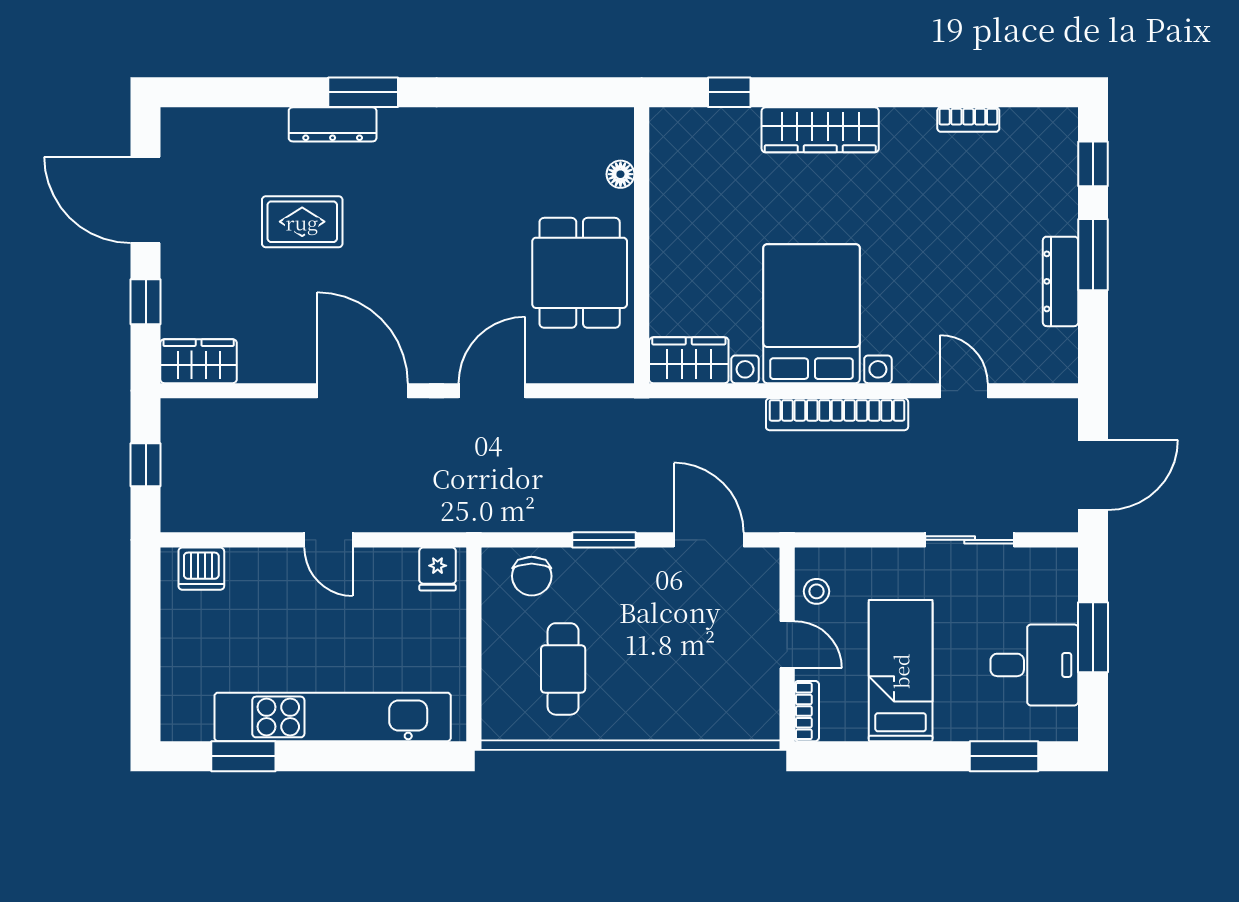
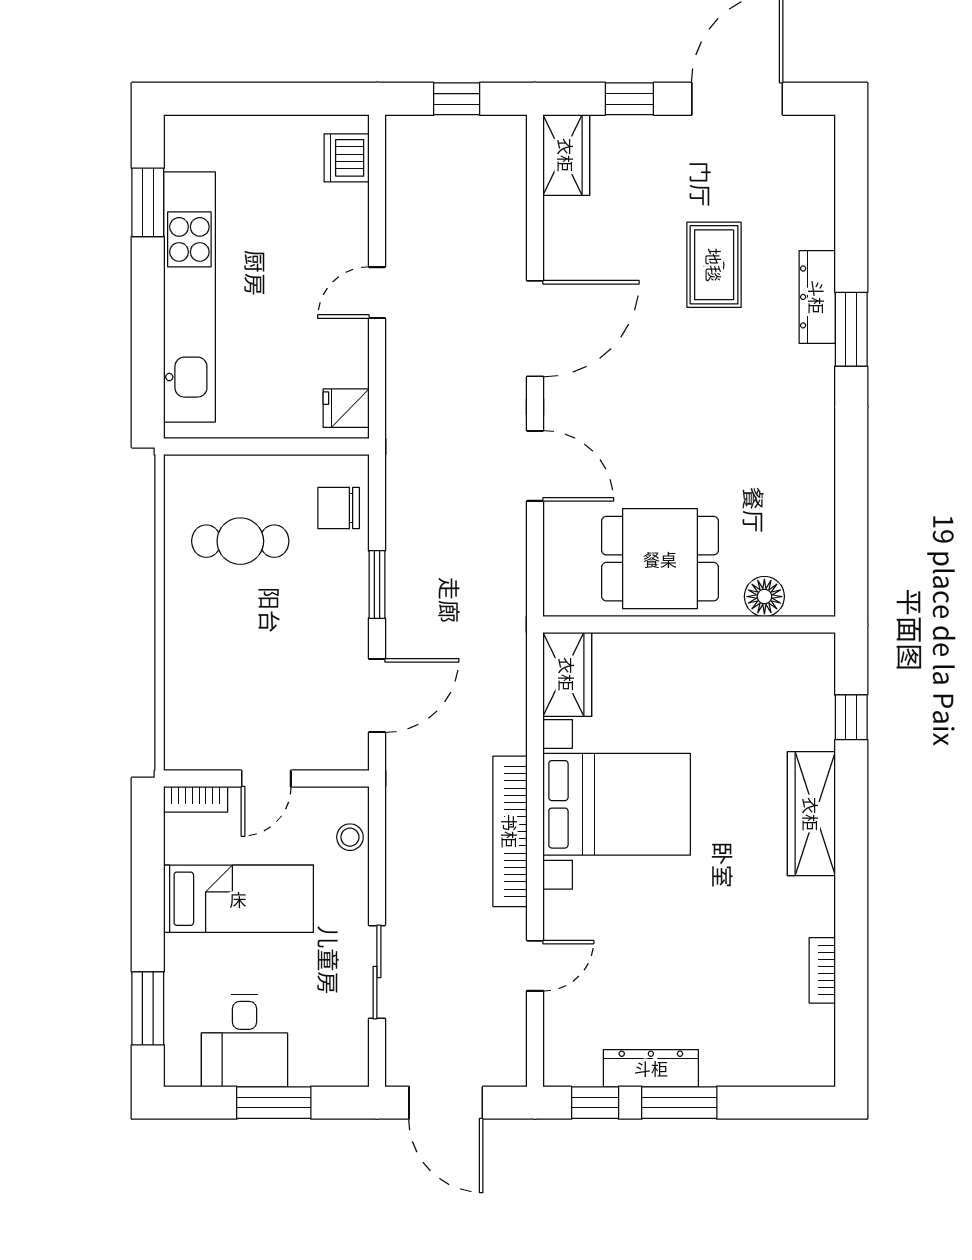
window: (1093, 164) -> (595, 1103), moved
floor lamp: (620, 174) -> (764, 597), width x1.37, depth x1.37
stool: (816, 591) -> (350, 837), moved

